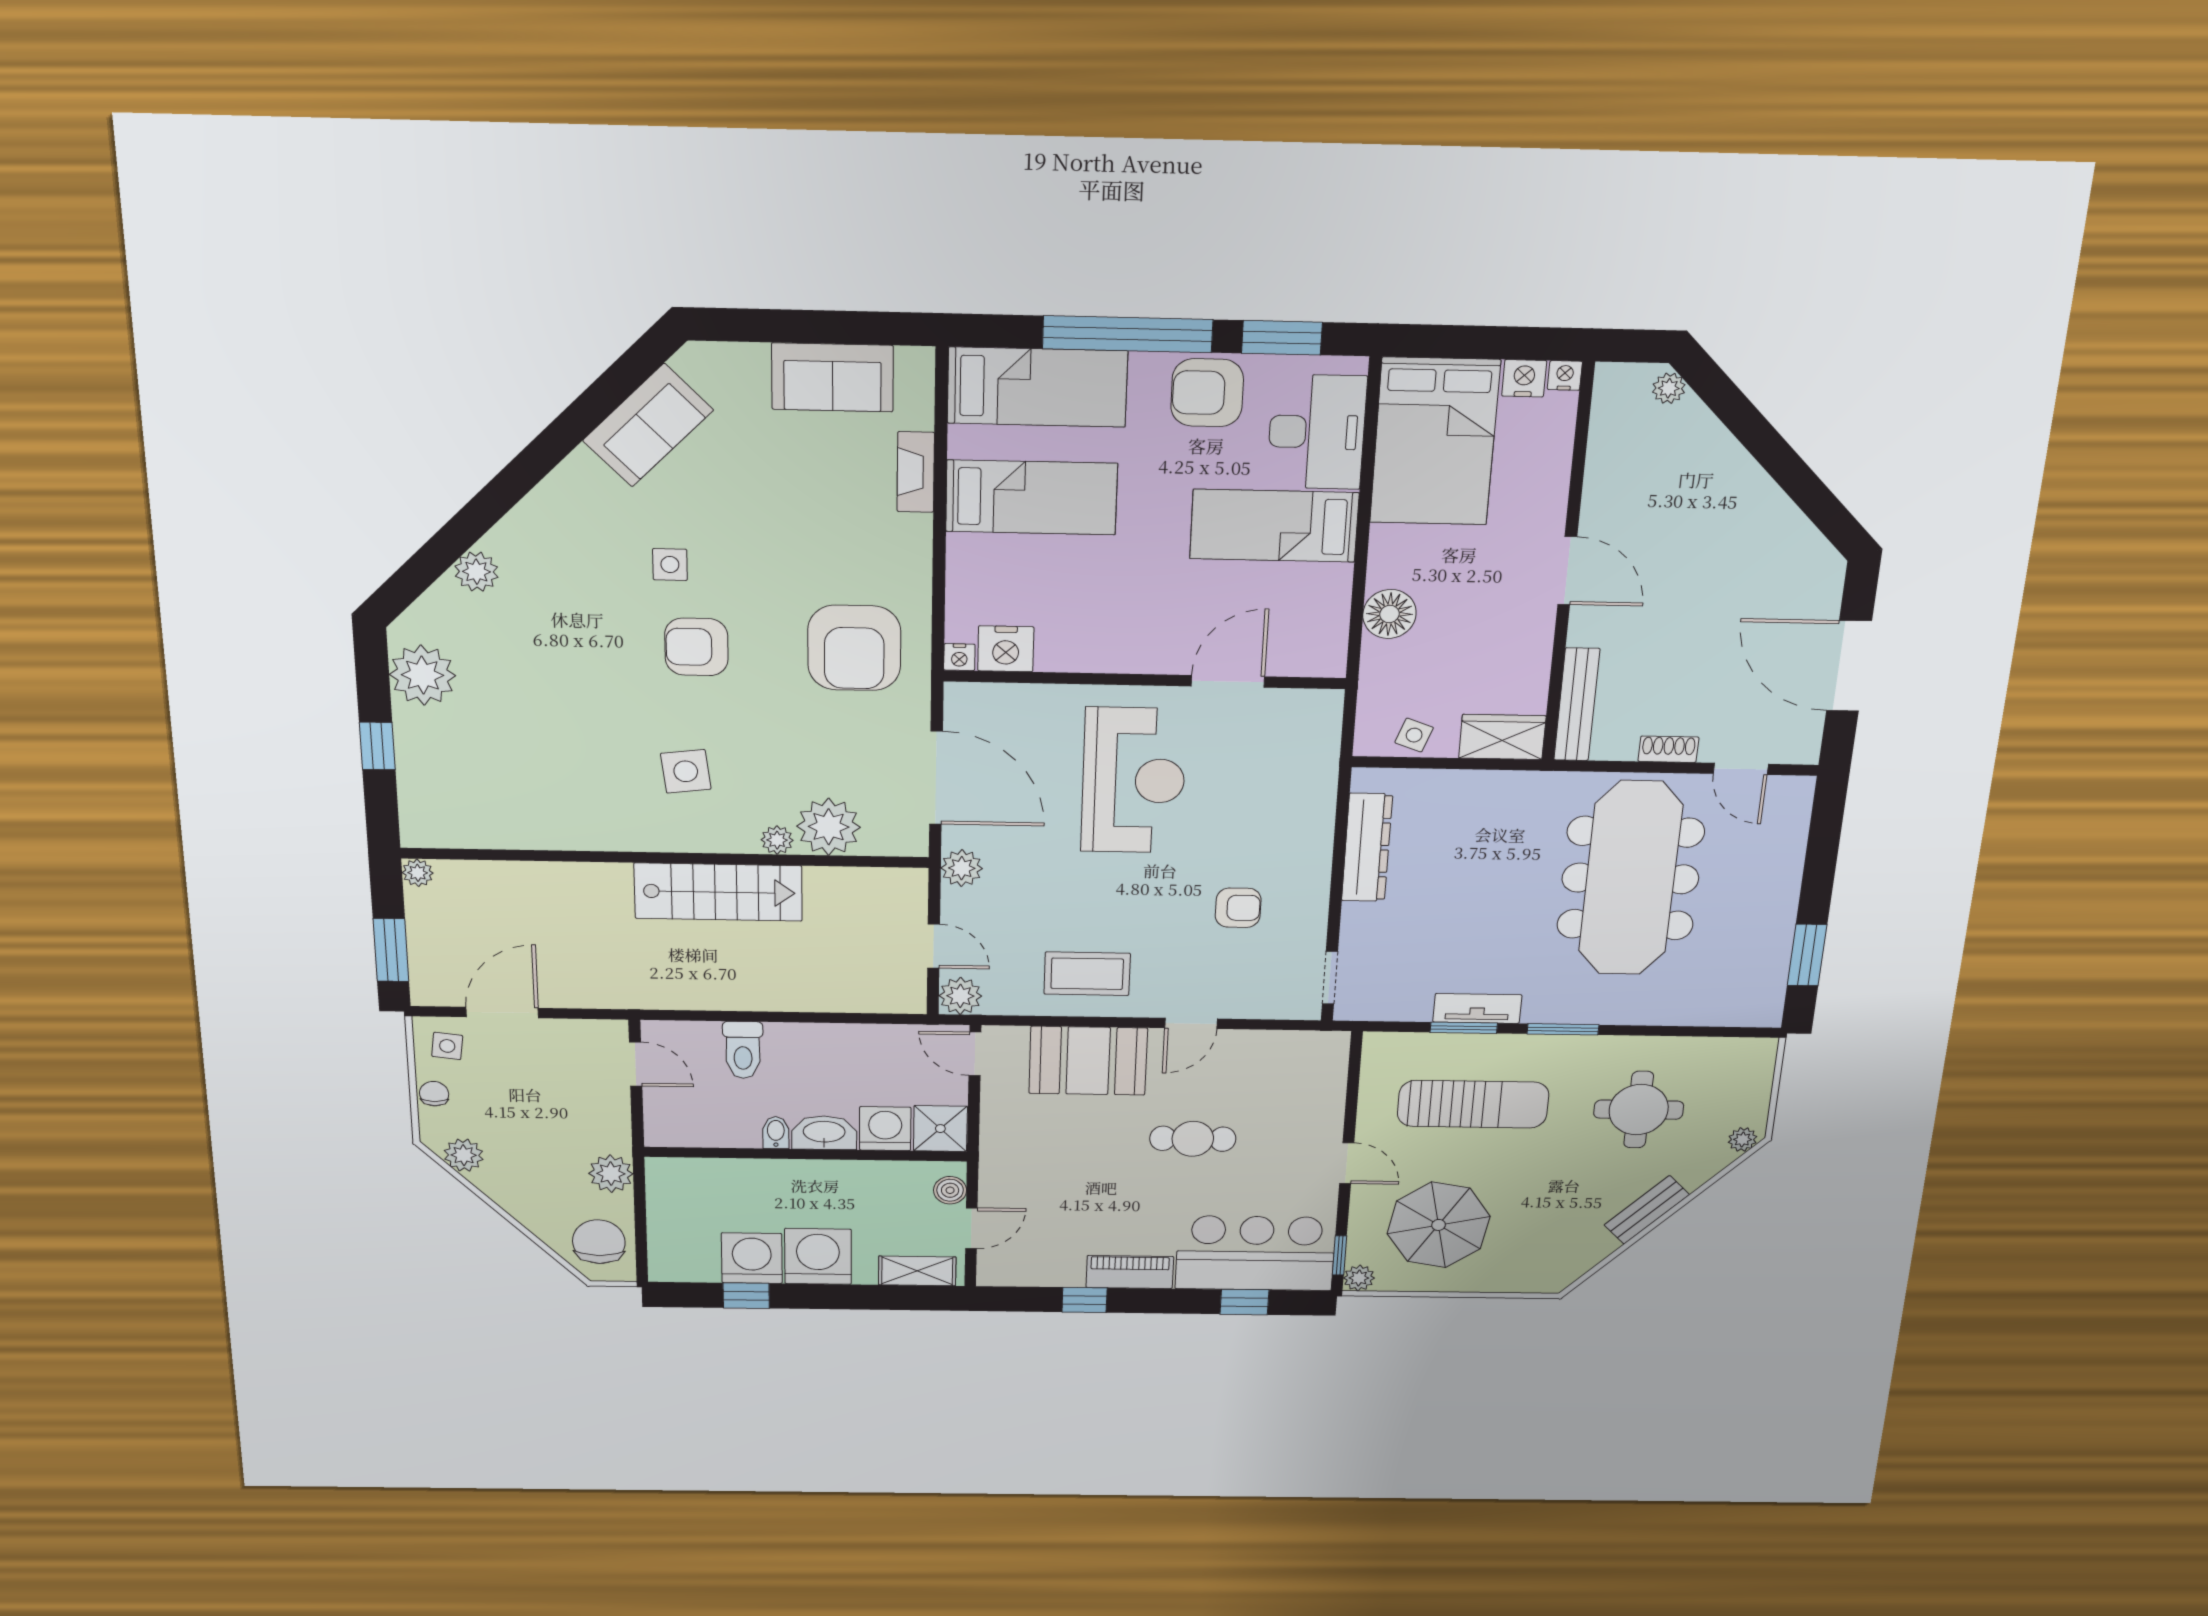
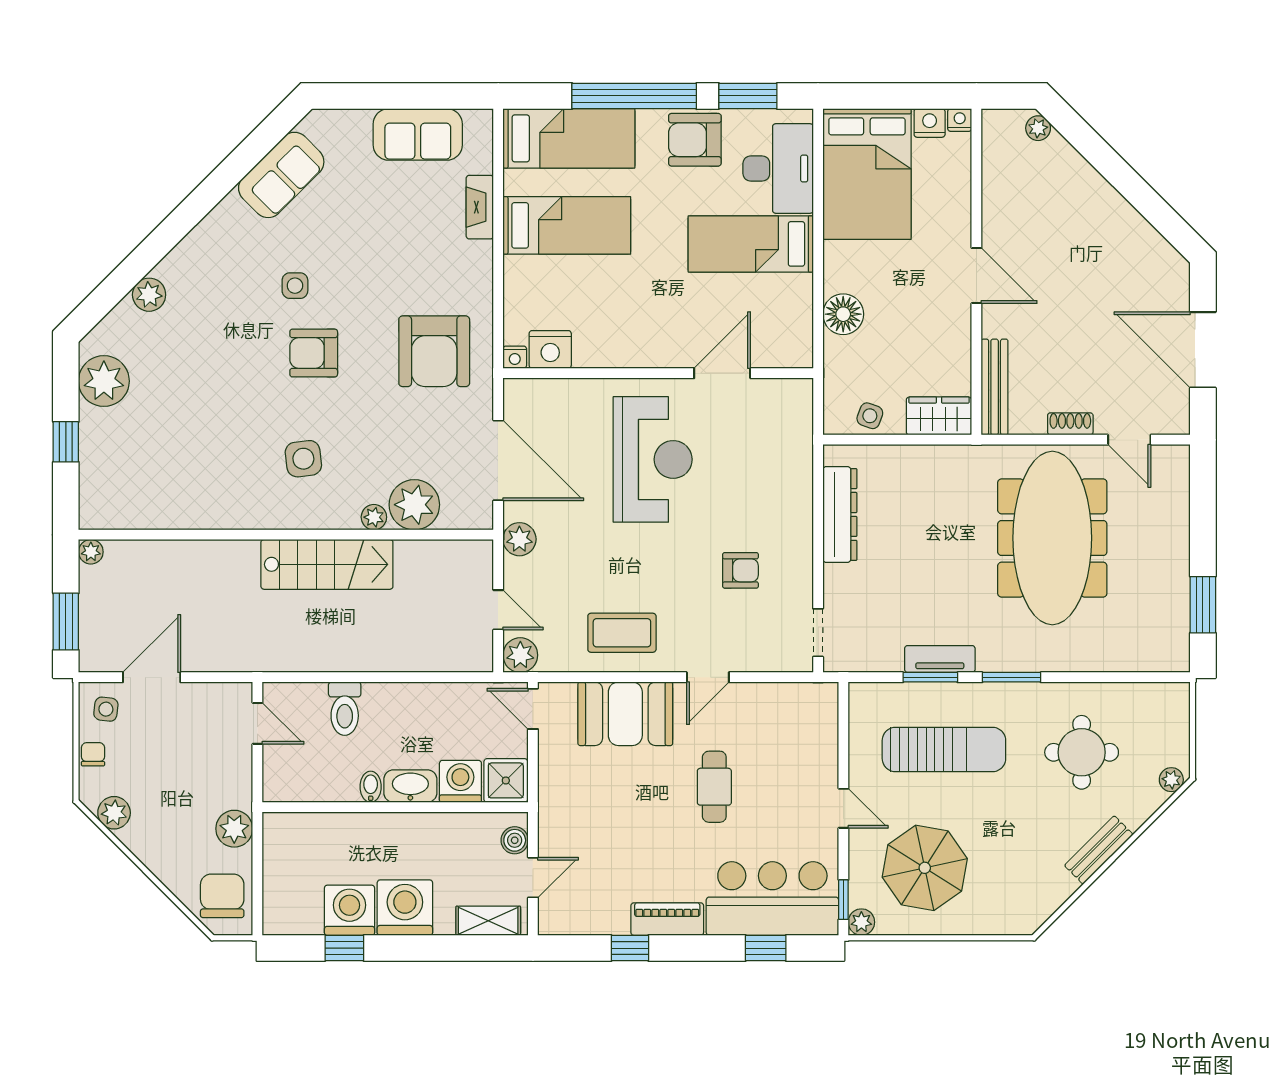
cafe table: (1193, 1139) -> (714, 787), turned 90

